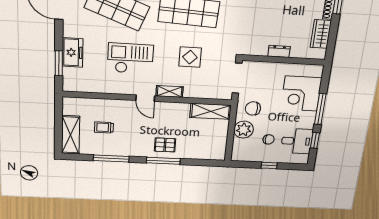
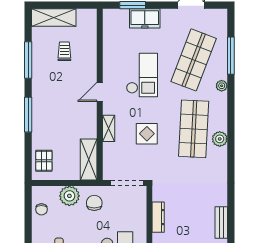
dresser: (279, 51) -> (158, 217), width x1.44
shelving: (170, 91) -> (109, 128), moved
chair: (269, 139) -> (41, 209), moved
pallet: (165, 145) -> (44, 161), moved
window: (269, 165) -> (28, 228), removed

